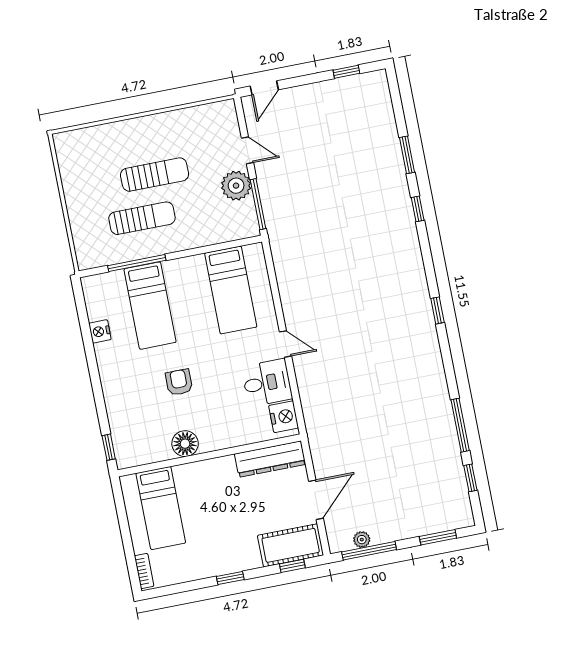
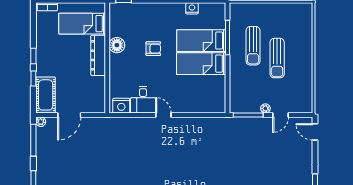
plant: (236, 186) -> (265, 108), width x0.53, depth x0.53
bed: (231, 290) -> (201, 64), moved
door: (285, 344) -> (163, 115), swing flipped
dresser: (270, 459) -> (98, 55), moved
door: (316, 500) -> (69, 115), hinge flipped
plant: (362, 540) -> (41, 122), moved
window: (292, 566) -> (33, 78), moved

